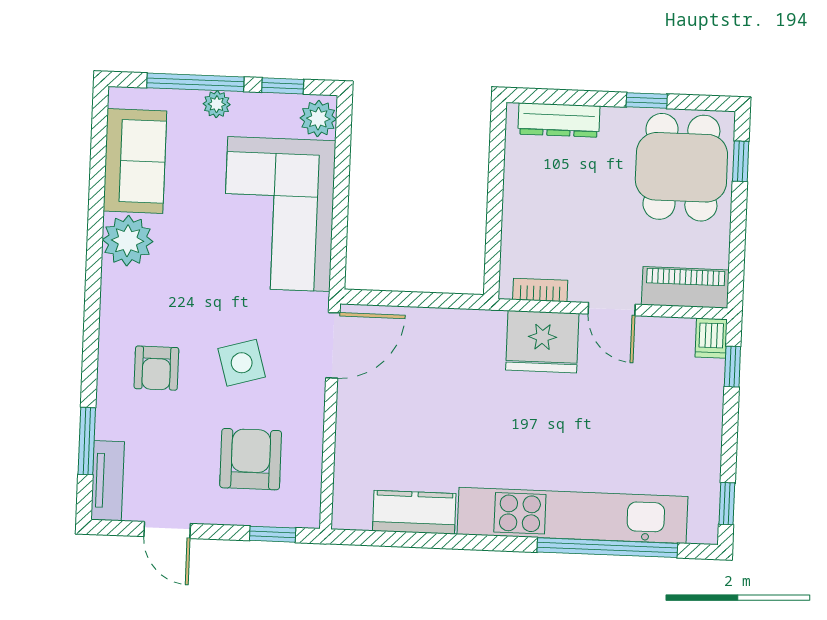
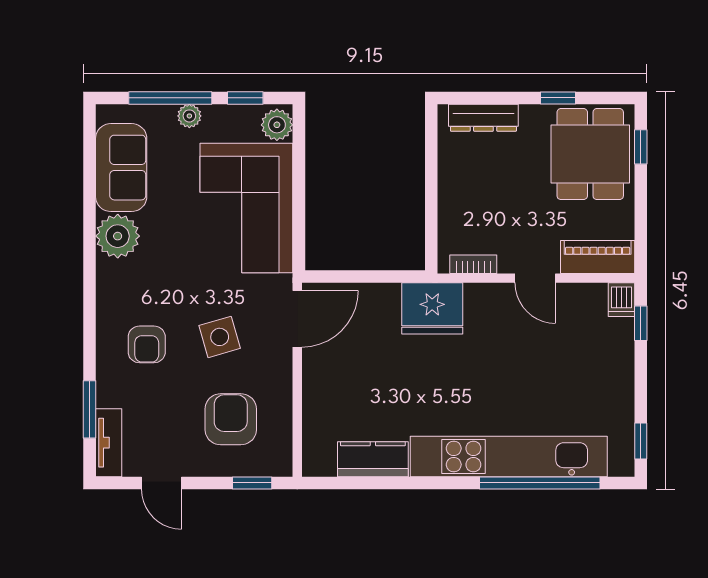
fridge: (542, 342) -> (432, 308), moved

